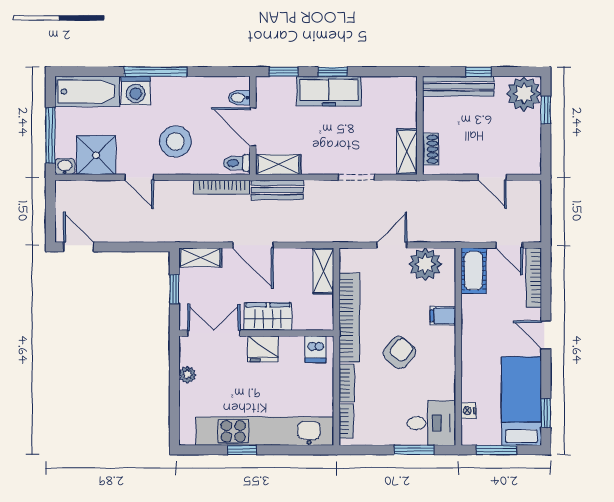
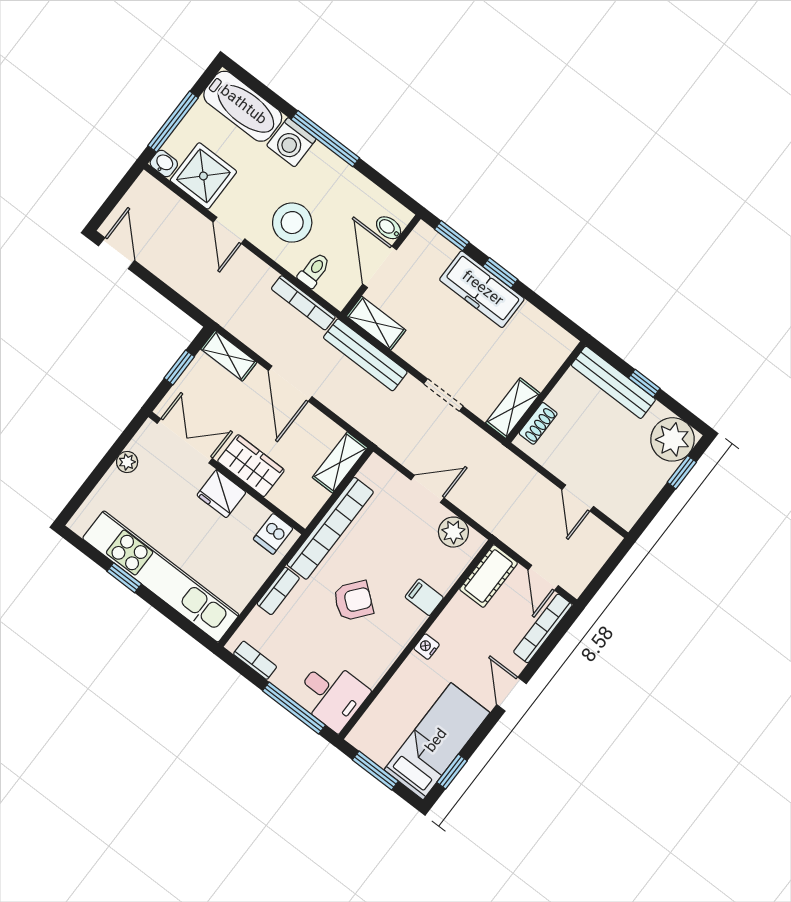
toilet: (237, 163) -> (314, 270), moved, turned 90
bench: (277, 190) -> (365, 355), width x1.36
plant: (425, 264) -> (453, 532), width x0.73, depth x0.73
nightstand: (469, 411) -> (427, 647), moved
bookcase: (346, 421) -> (255, 660), moved, turned -90
window: (414, 450) -> (294, 708), width x1.44

